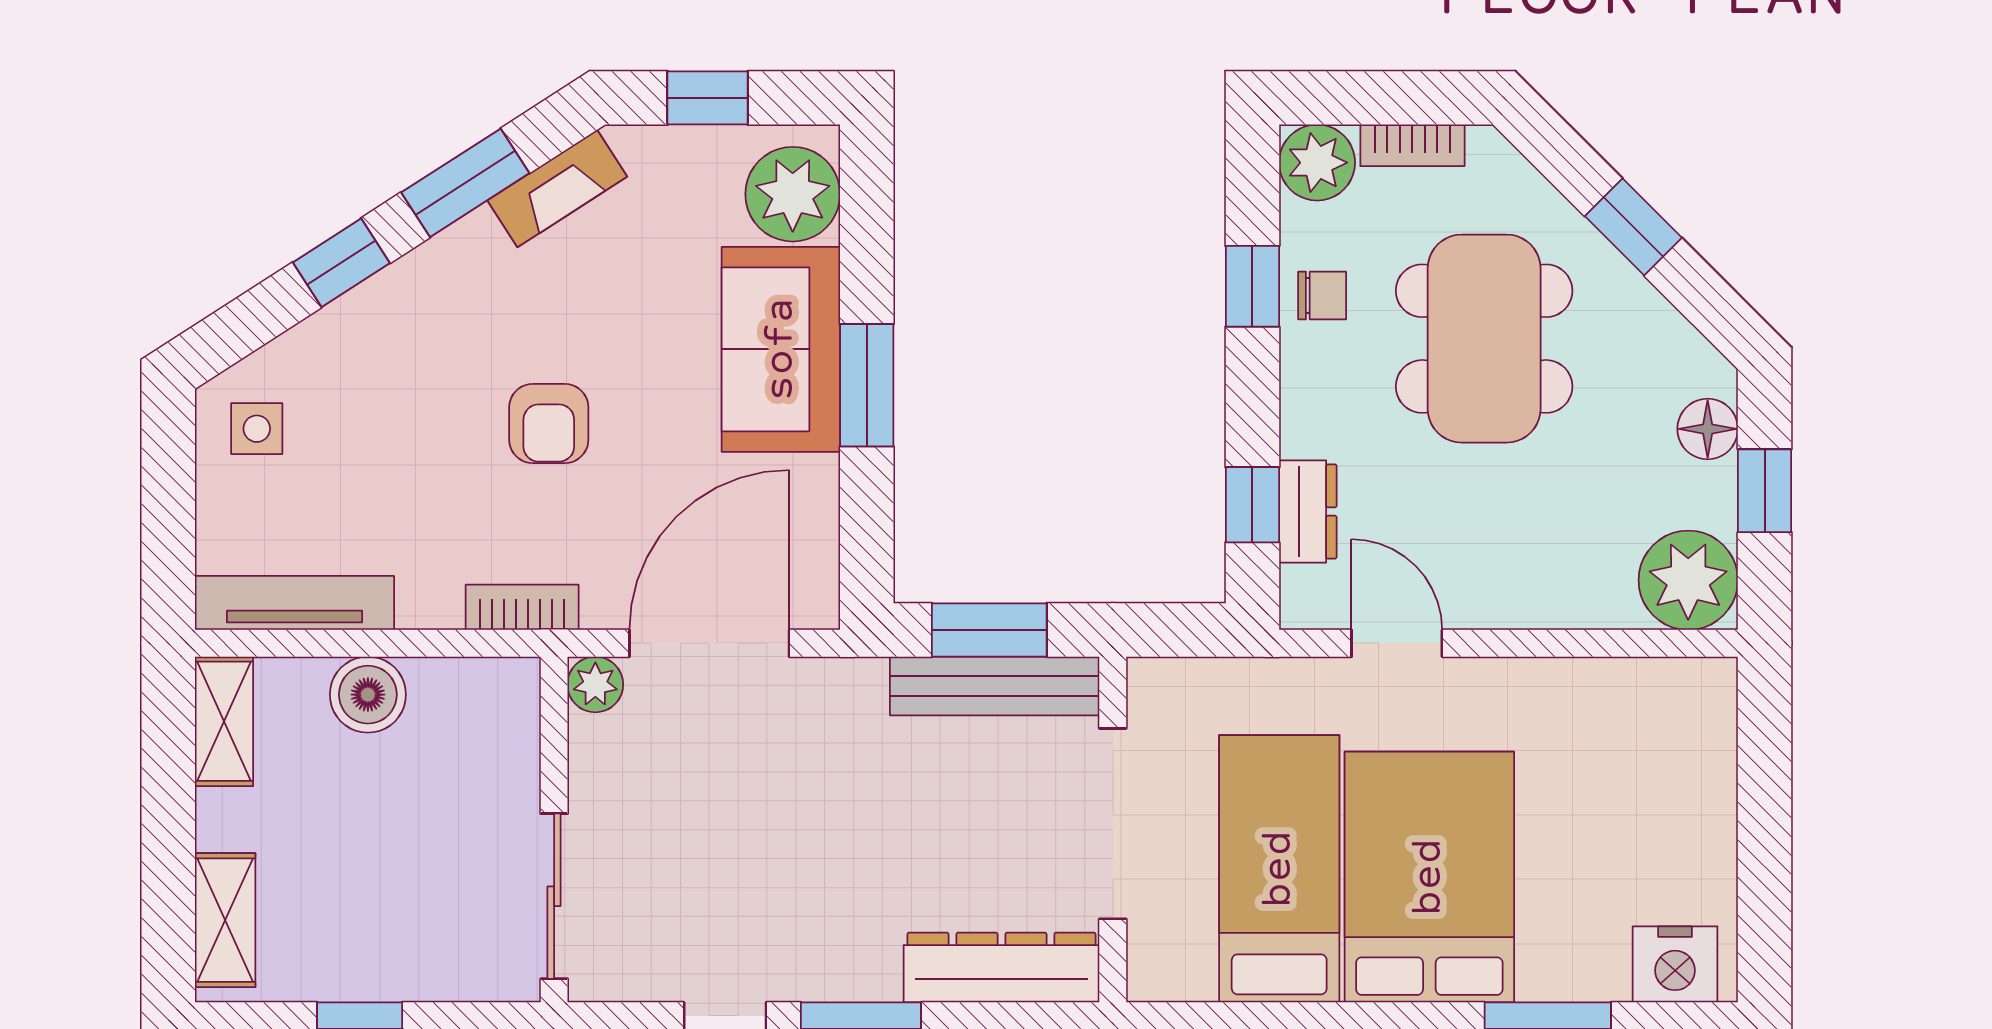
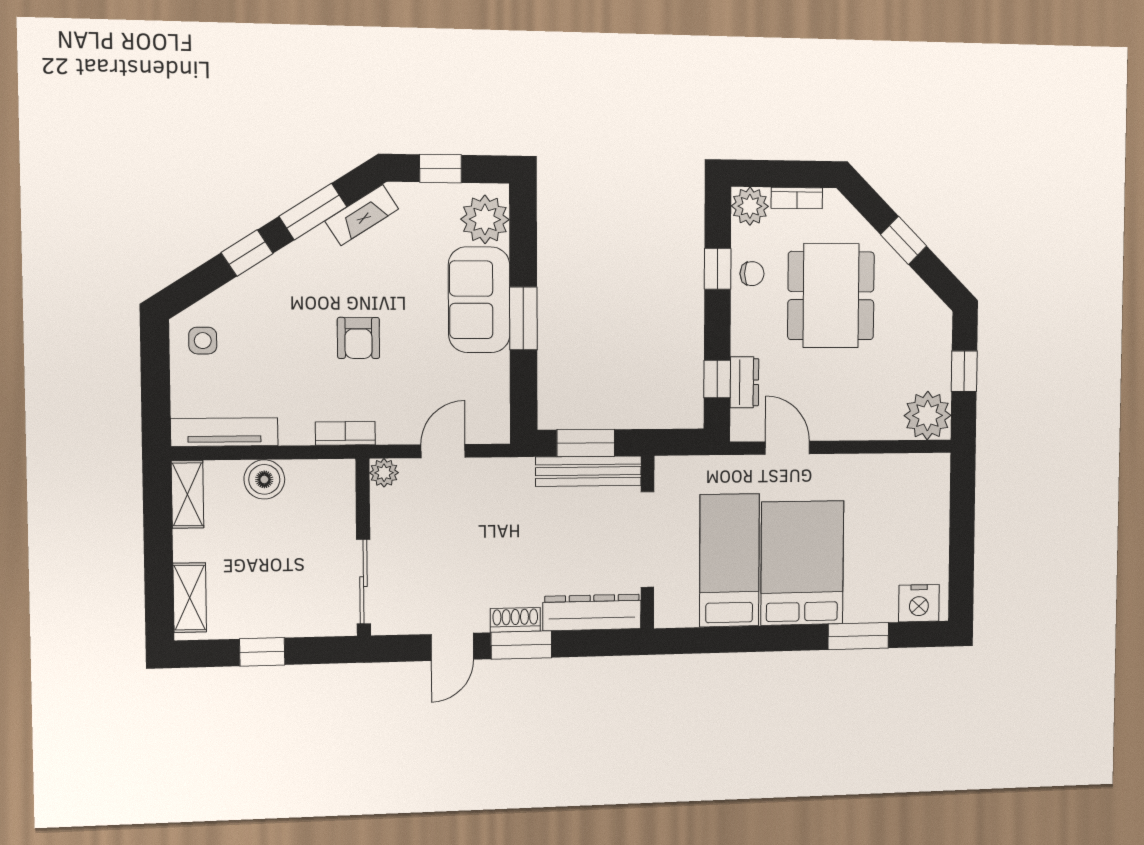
floor lamp: (1708, 429) -> (938, 341), removed
door: (709, 643) -> (443, 451), width x0.53
shoe rack: (849, 979) -> (515, 620), added

